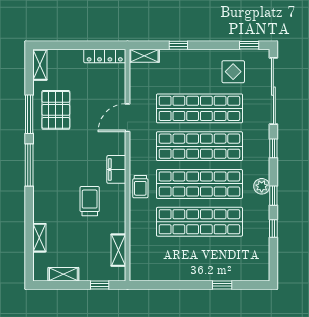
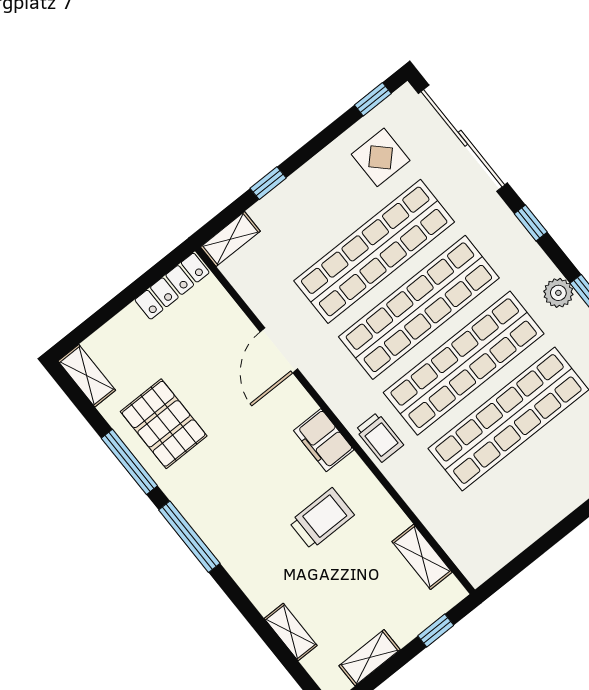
trolley: (90, 201) -> (322, 519), turned 90

